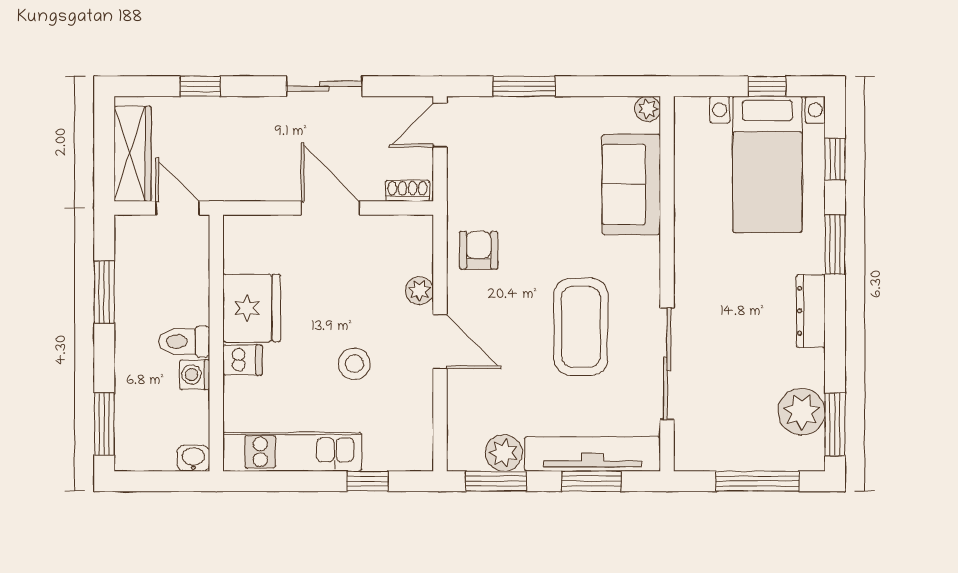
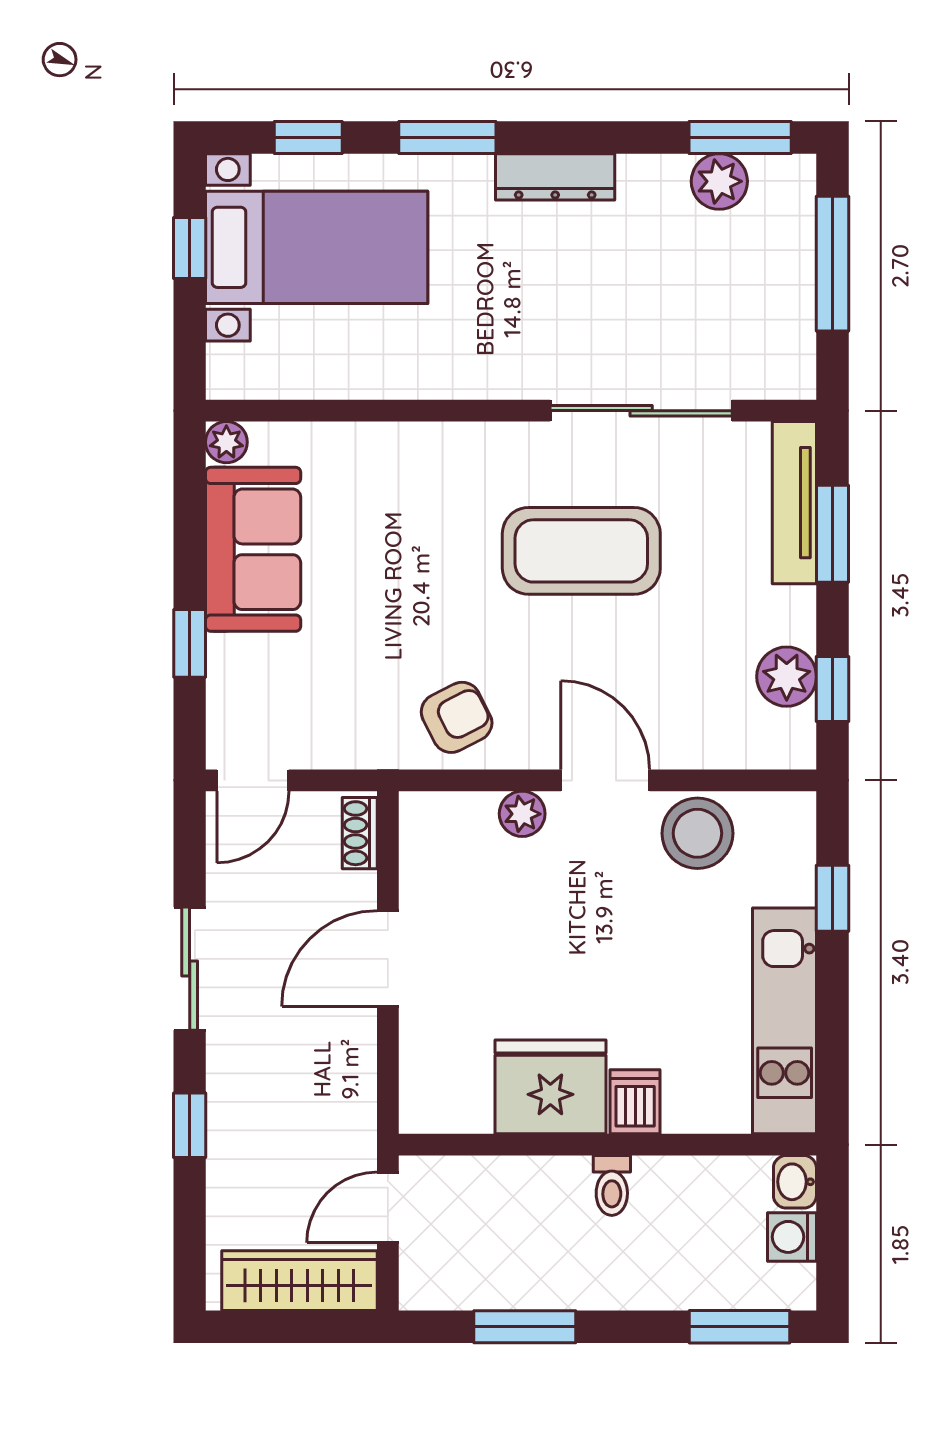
window: (200, 86) -> (190, 1125), moved
window: (524, 86) -> (190, 643), width x0.67
door: (440, 125) -> (253, 780), hinge flipped
sofa: (631, 184) -> (253, 549), moved, turned -90
armchair: (479, 250) -> (457, 717), turned 153
toilet: (184, 341) -> (612, 1185), width x0.73, depth x0.72
door: (440, 342) -> (605, 780), hinge flipped
stool: (354, 364) -> (697, 833), moved, width x1.38, depth x1.38
washing machine: (195, 375) -> (792, 1237), moved, turned 90
plant: (802, 412) -> (719, 181), width x0.73, depth x0.73
tv unit: (593, 454) -> (794, 503), width x0.73, depth x0.78
window: (496, 481) -> (832, 689), width x0.67

